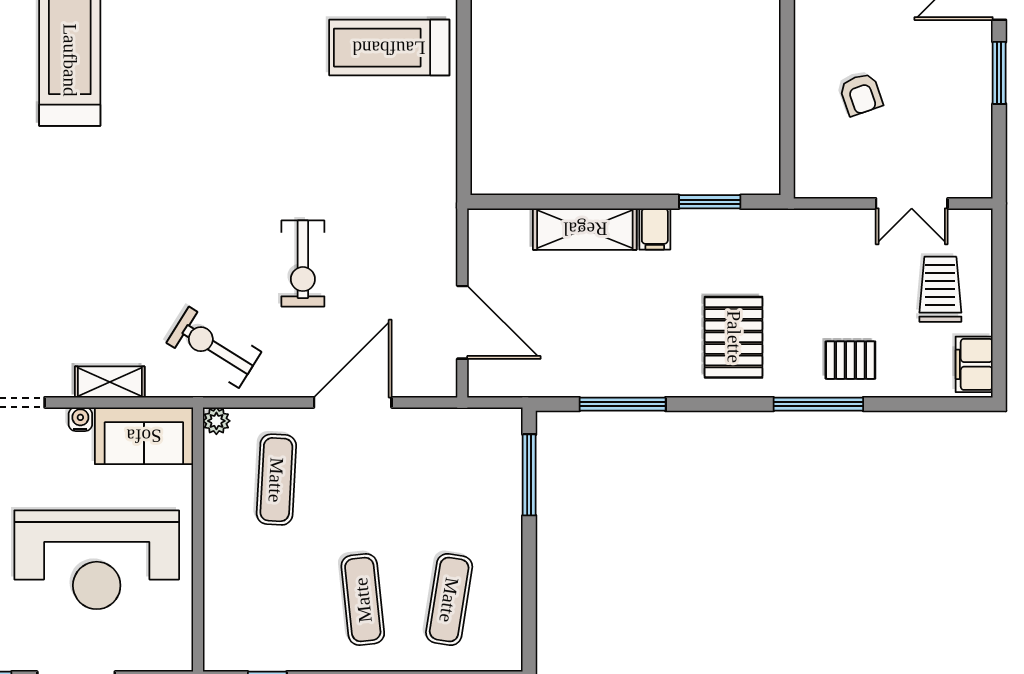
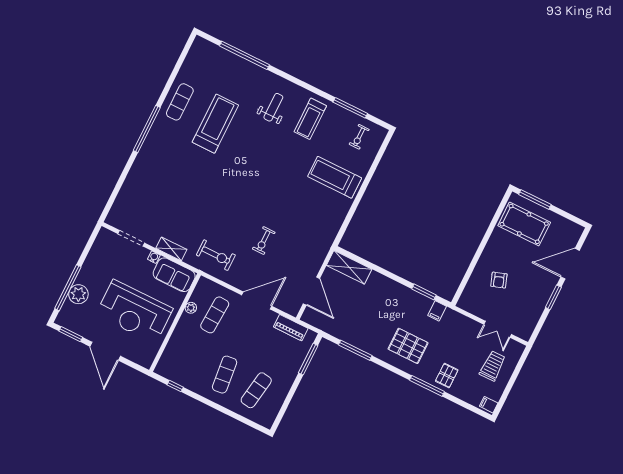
shelving: (585, 229) -> (349, 267), moved
filing cabinet: (655, 229) -> (437, 311), moved
exercise bike: (303, 264) -> (264, 241), width x0.73, depth x0.72
pallet: (734, 337) -> (408, 346), turned 90
exercise bike: (214, 347) -> (216, 255), turned 148
pallet: (850, 360) -> (447, 376), turned 90
filing cabinet: (974, 364) -> (489, 405), width x0.50
plant: (216, 421) -> (191, 308), moved
piano: (457, 425) -> (291, 328), added

